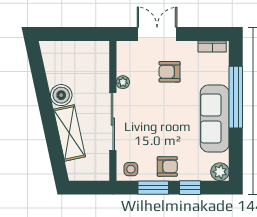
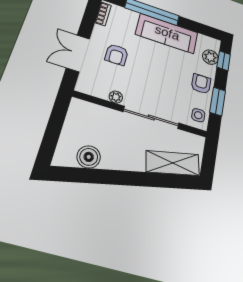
boiler: (61, 95) -> (89, 157), moved
shelving: (69, 133) -> (173, 163), moved
plant: (220, 172) -> (210, 57), moved
window: (190, 188) -> (224, 61), moved

